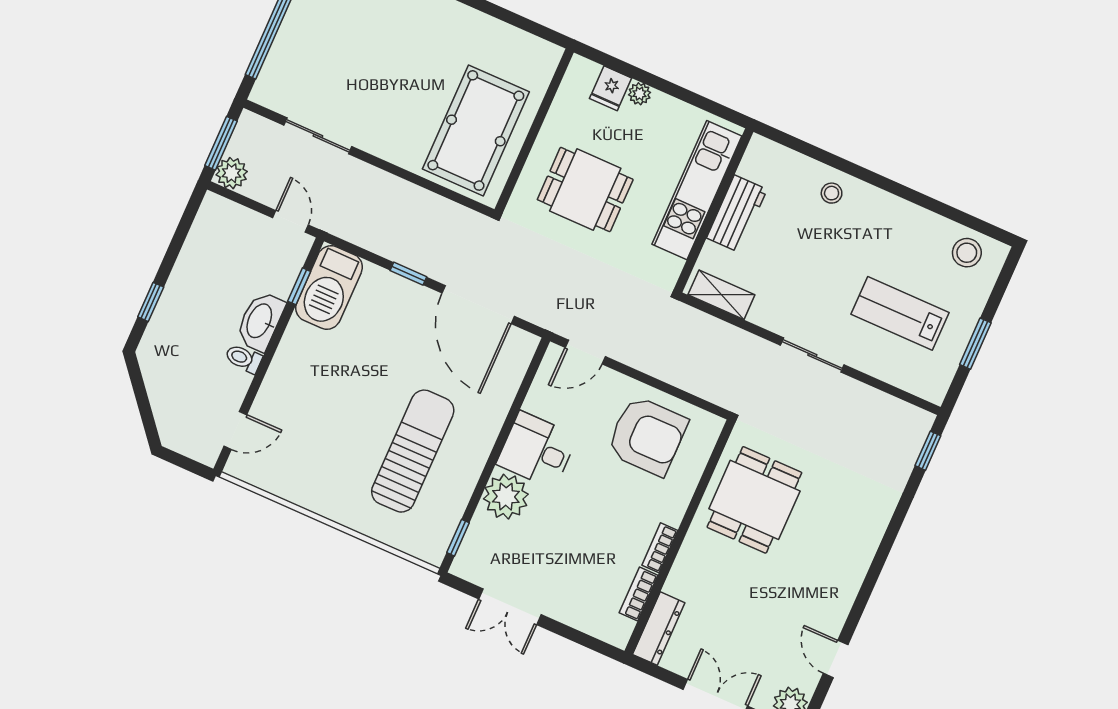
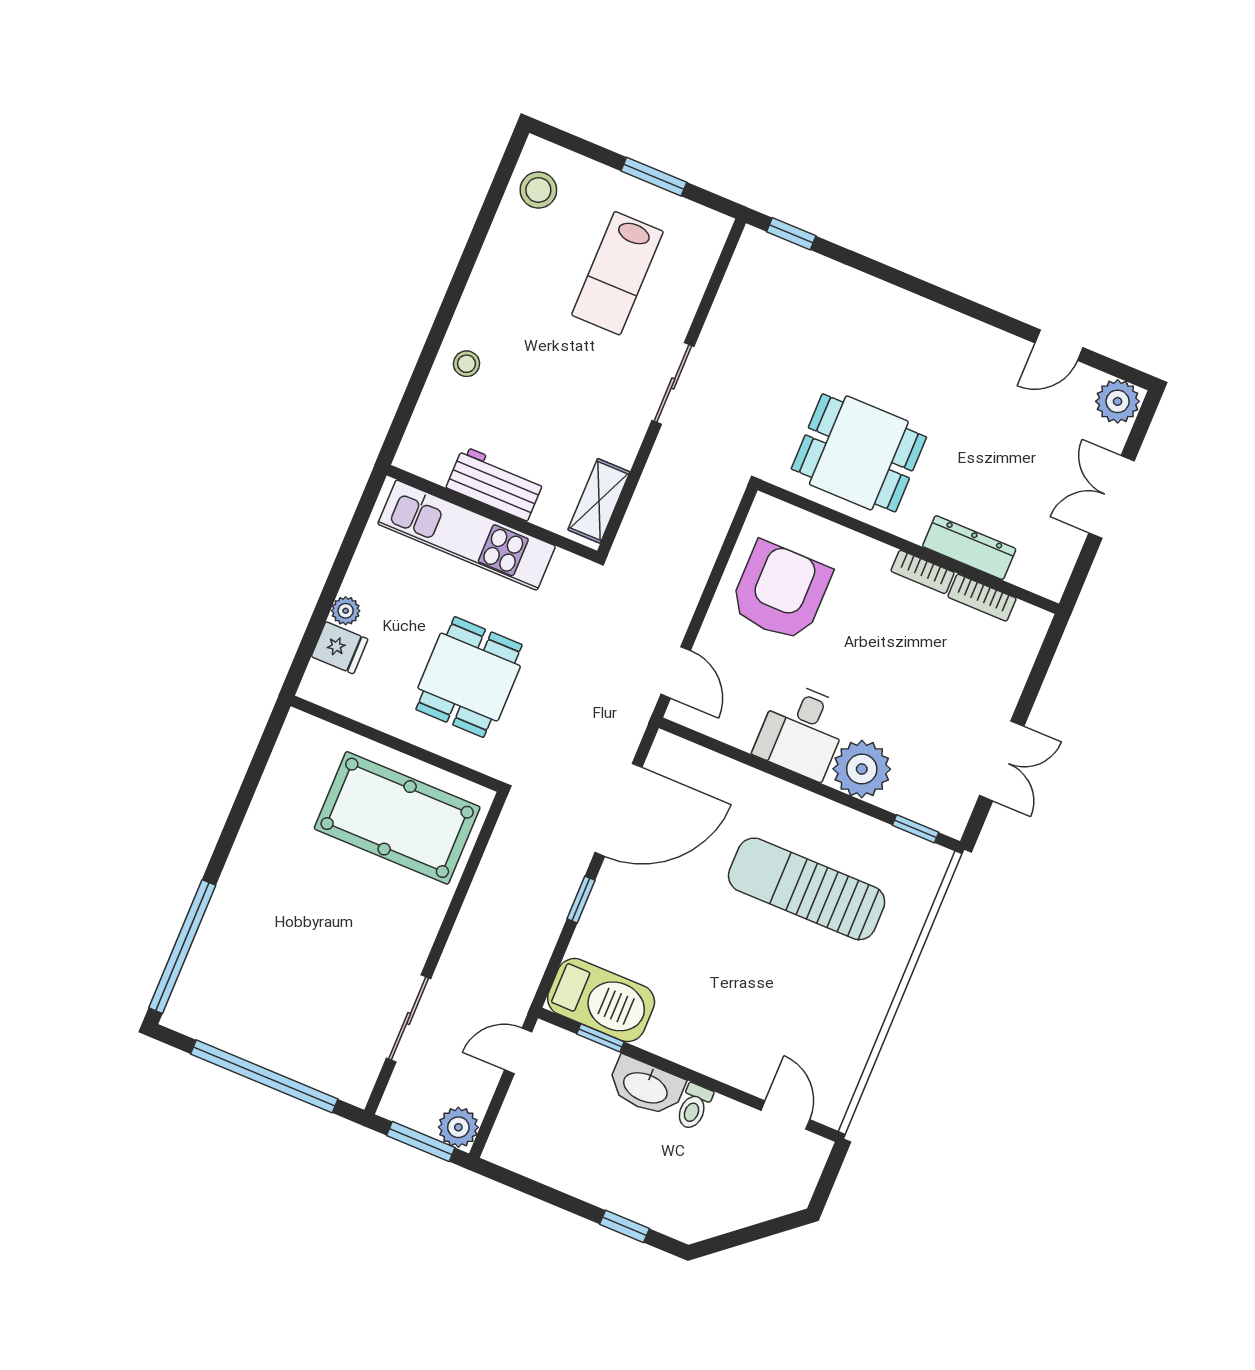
dresser: (659, 629) -> (969, 548), moved

